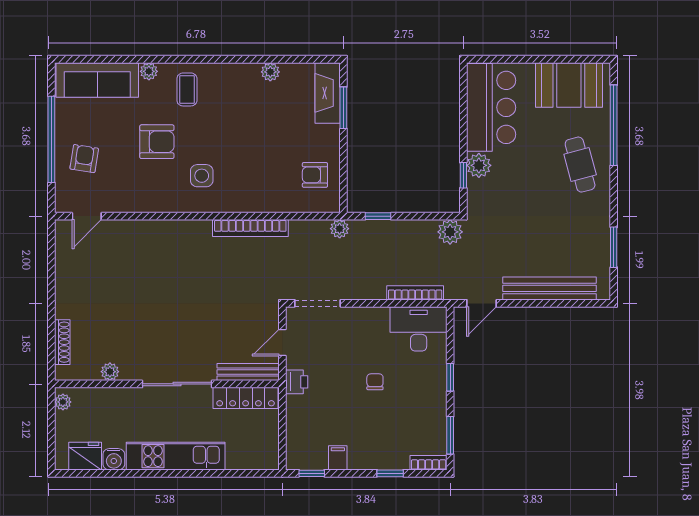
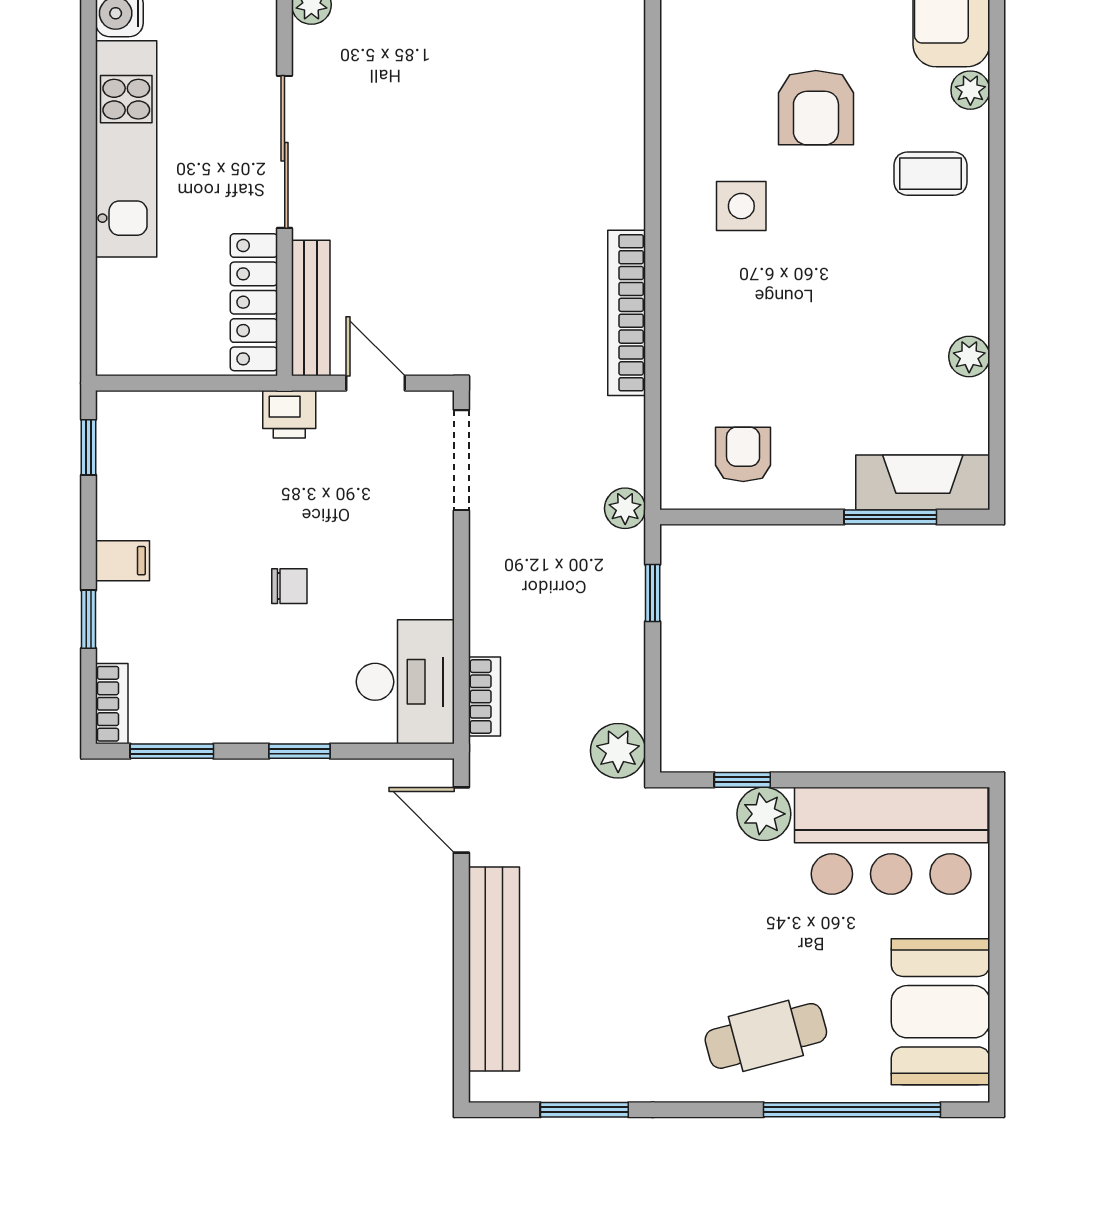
bookcase: (415, 293) -> (484, 697), width x0.64
filing cabinet: (338, 458) -> (123, 561), moved

